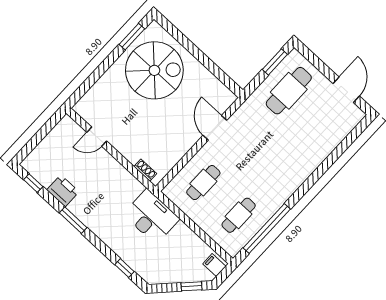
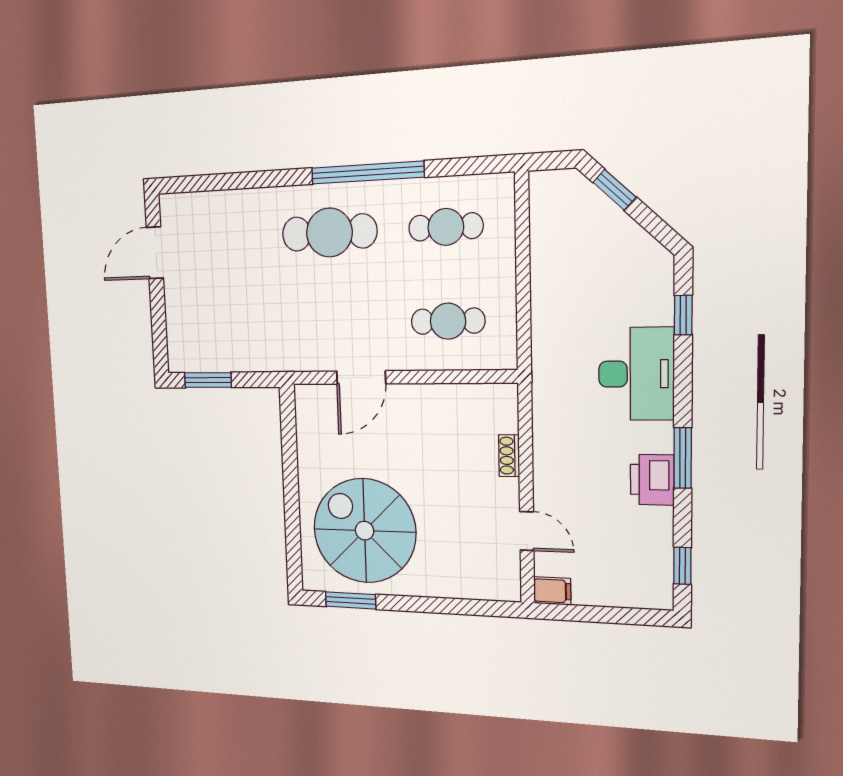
cafe table: (289, 91) -> (329, 233), moved
shoe rack: (145, 170) -> (509, 456), moved
printer: (63, 191) -> (652, 480), moved
desk: (151, 217) -> (636, 374), moved, turned 180
window: (267, 228) -> (367, 173), moved
filing cabinet: (214, 265) -> (552, 591), moved, turned -90

